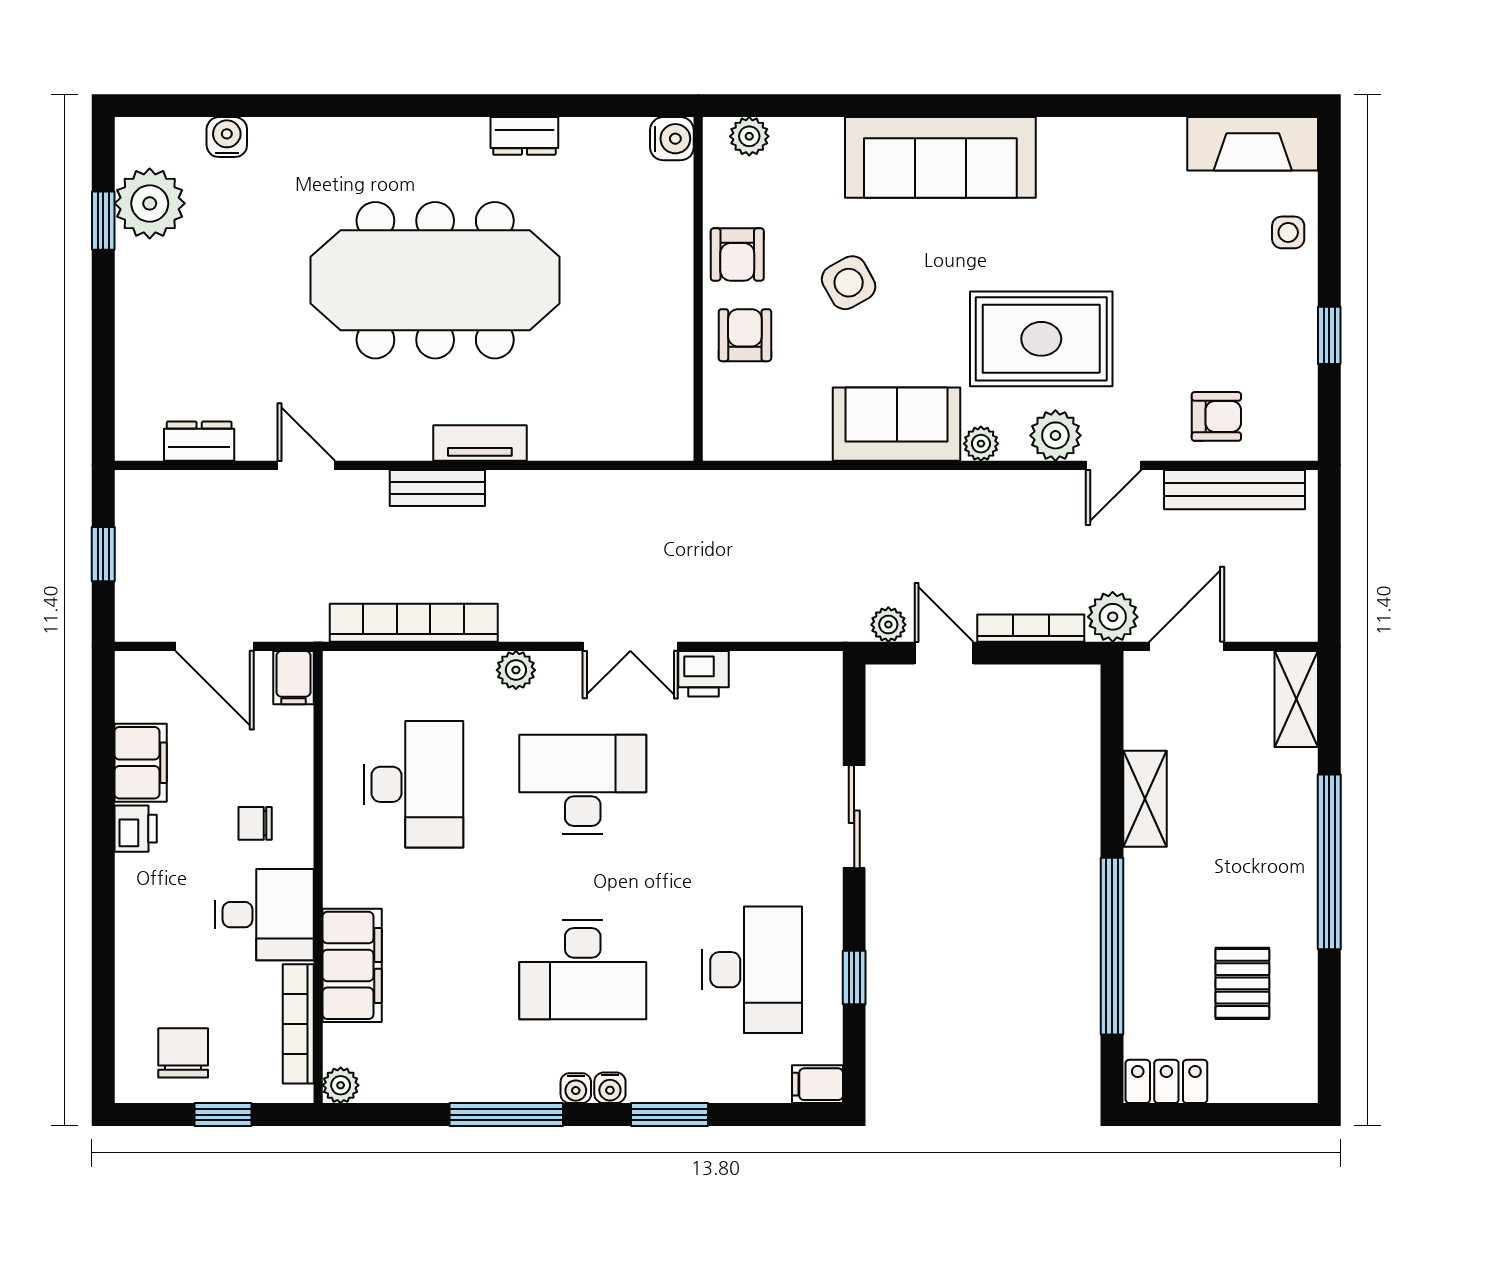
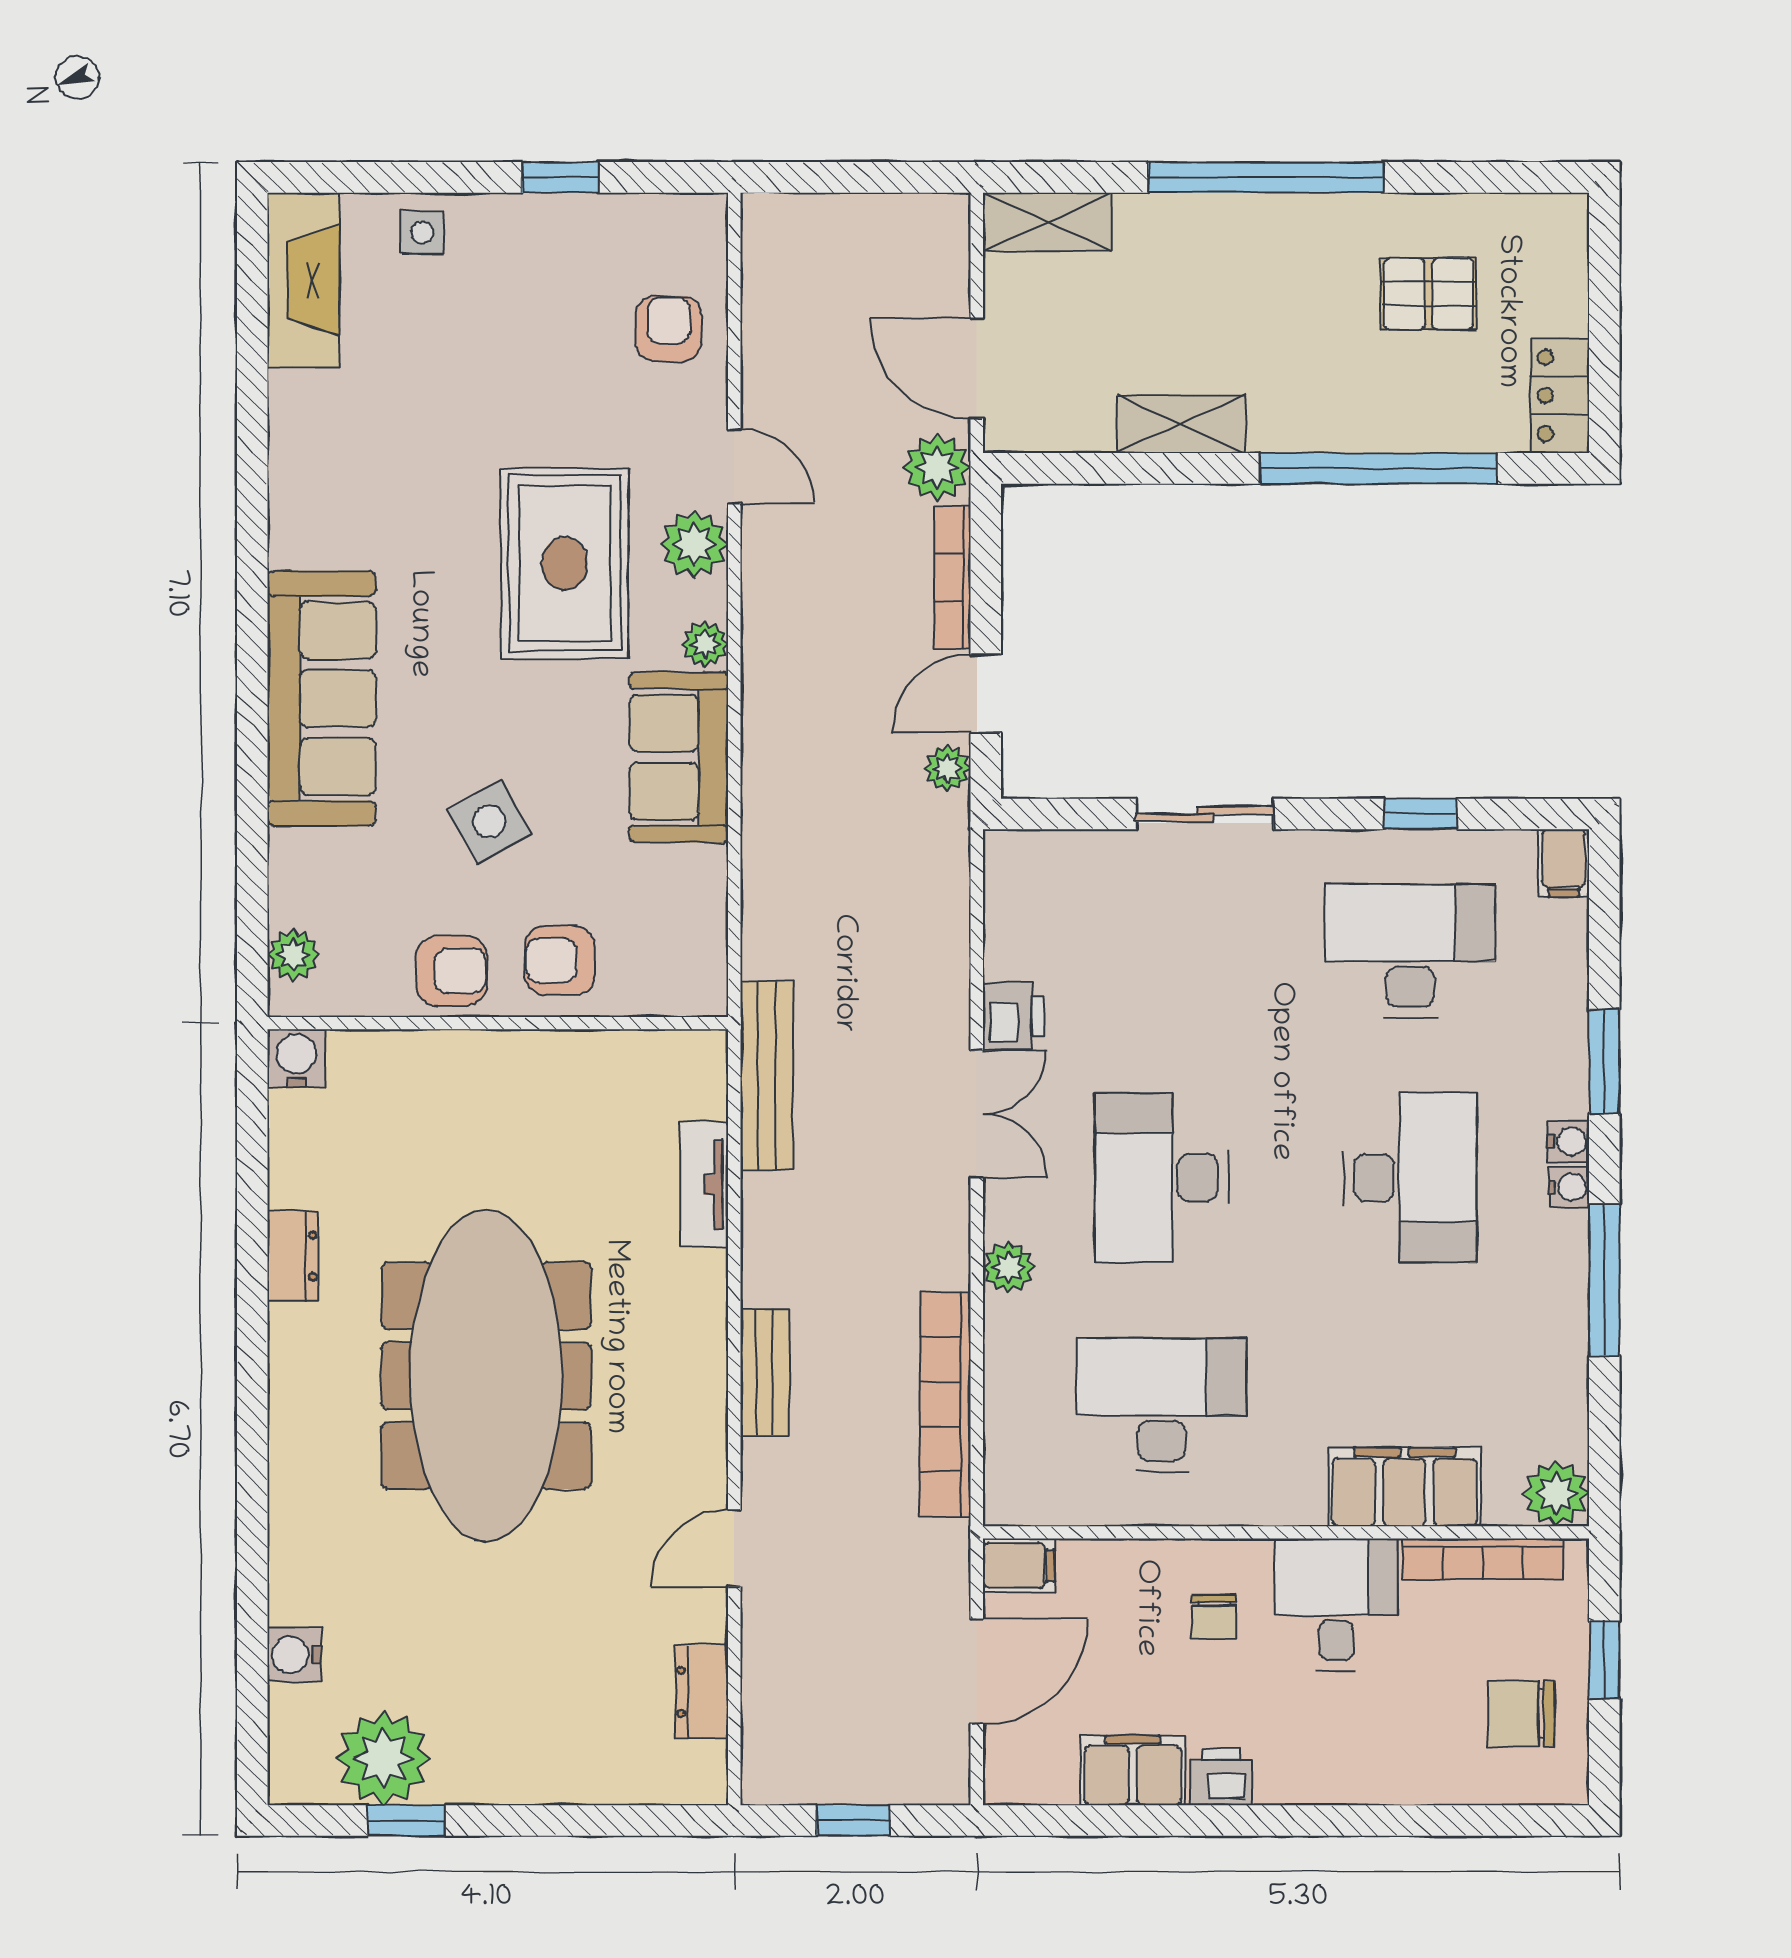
tv unit: (480, 443) -> (704, 1185), moved
bench: (1235, 490) -> (767, 1076), moved
plant: (341, 1085) -> (1556, 1493), width x1.38, depth x1.38

